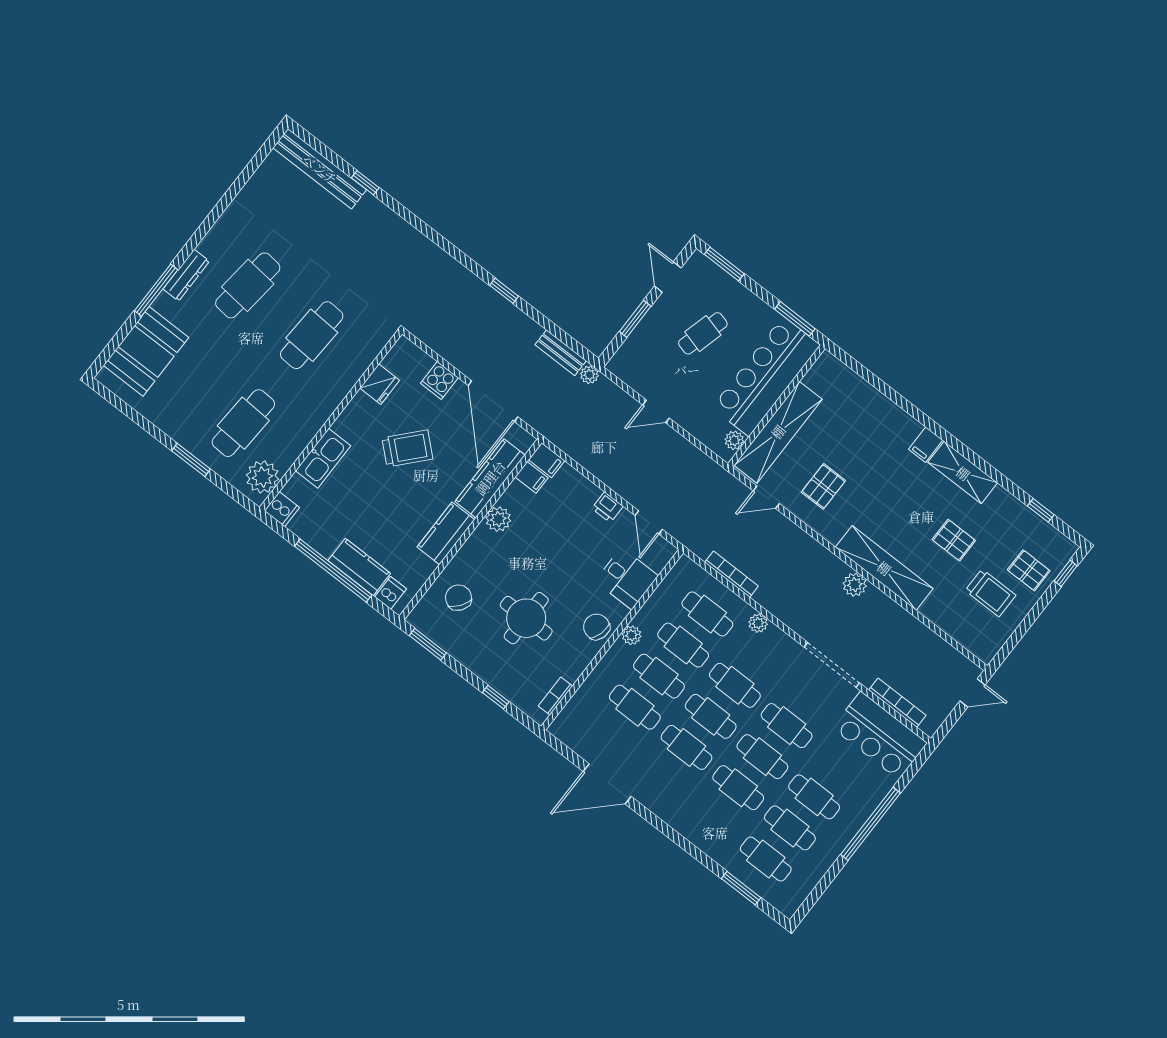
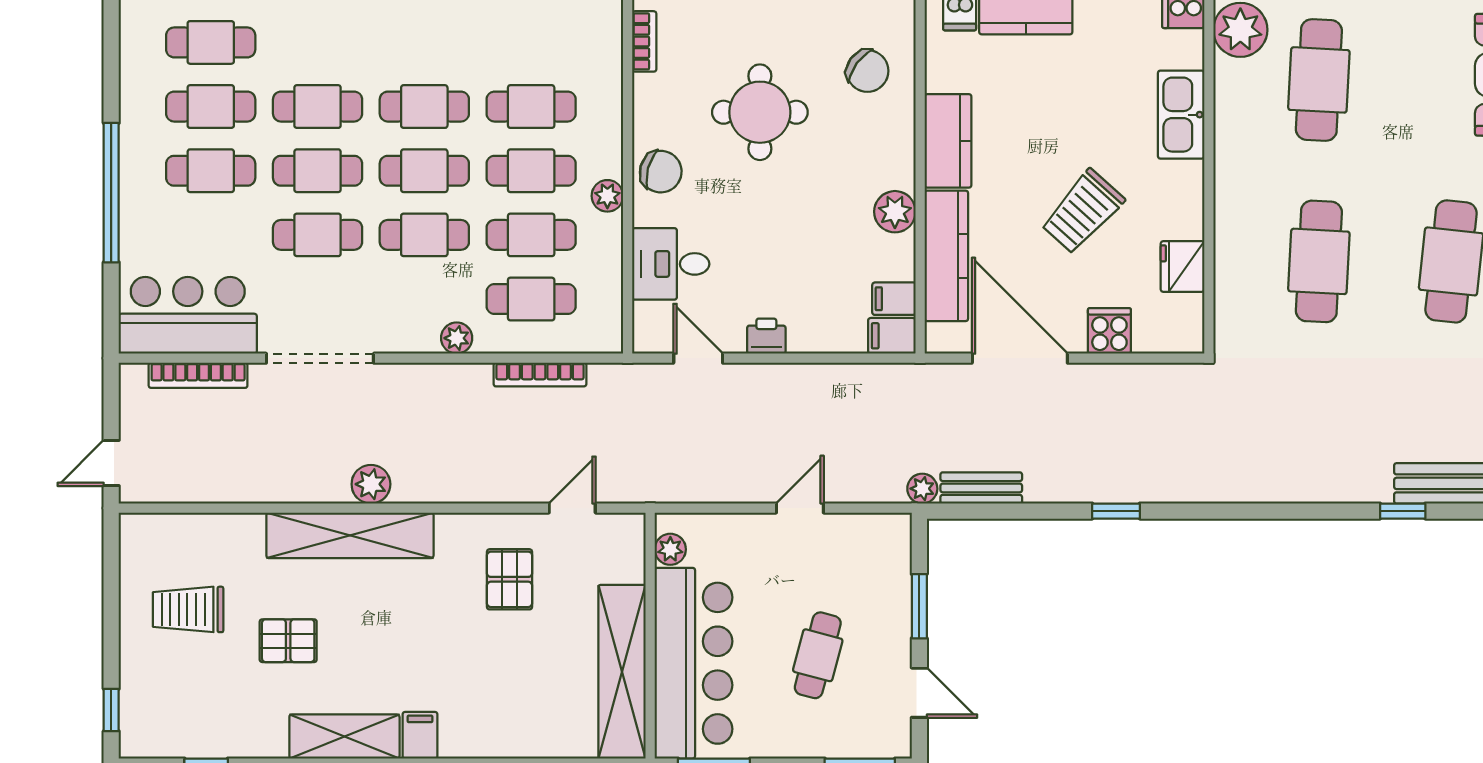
shelving: (778, 432) -> (622, 672), moved
pallet: (1029, 570) -> (162, 677), removed

